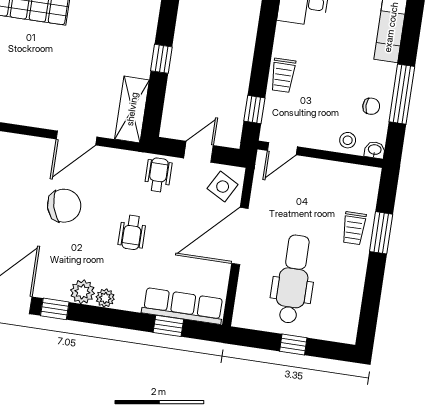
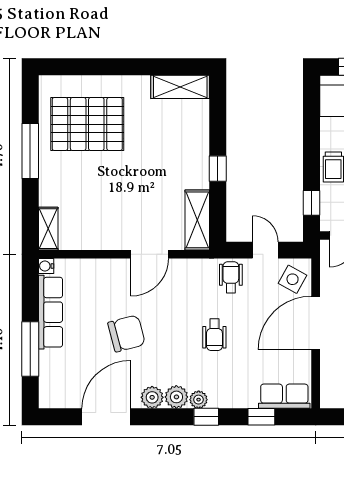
door: (199, 152) -> (265, 250), hinge flipped
chair: (64, 206) -> (126, 333), moved
plant: (57, 288) -> (152, 397), added
row of seats: (183, 306) -> (284, 396), width x0.68
window: (55, 309) -> (206, 417), moved

